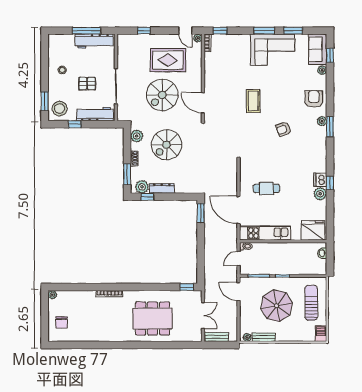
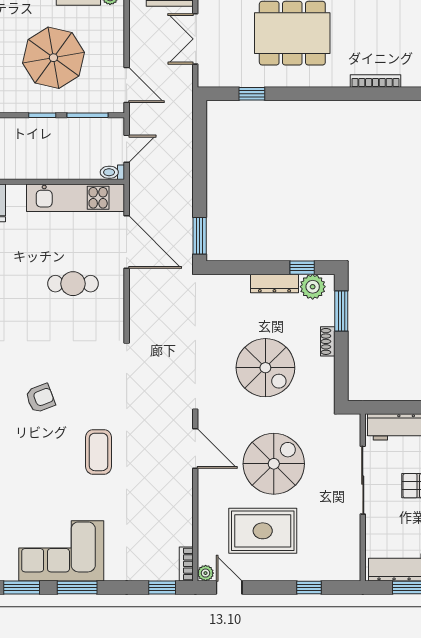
plant: (137, 136) -> (323, 385), removed
spiral stairs: (166, 145) -> (265, 368), turned 90
window: (187, 287) -> (252, 94), moved

